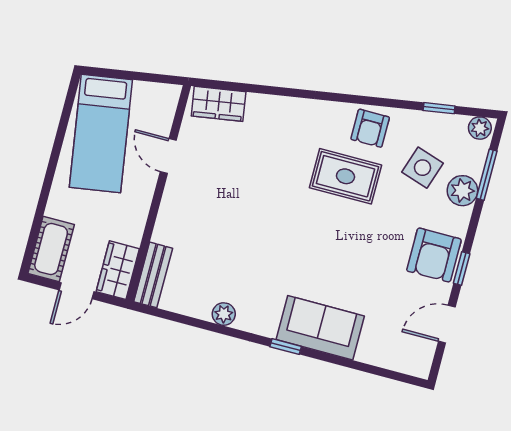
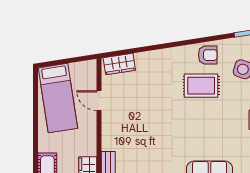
armchair: (370, 128) -> (208, 55), turned -90

